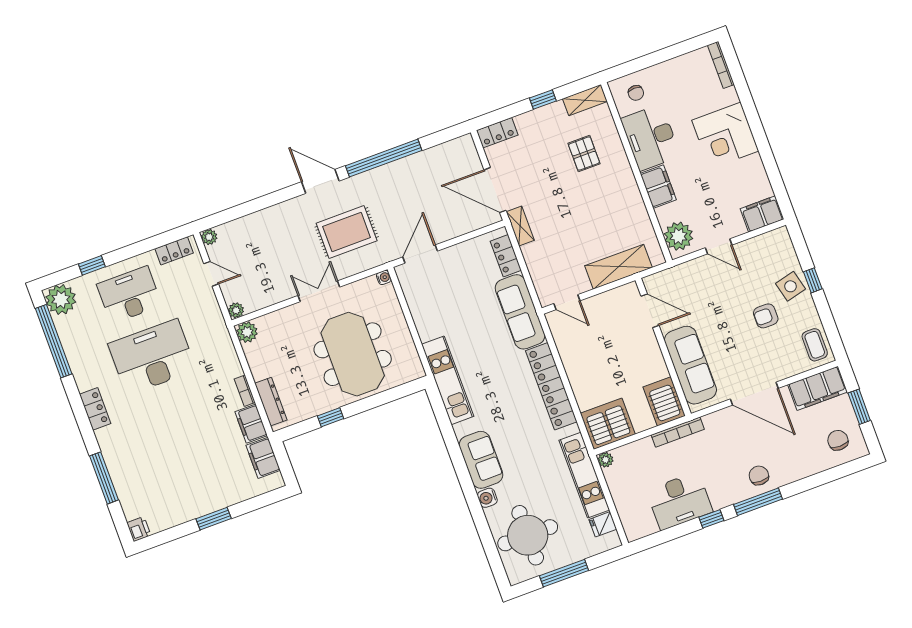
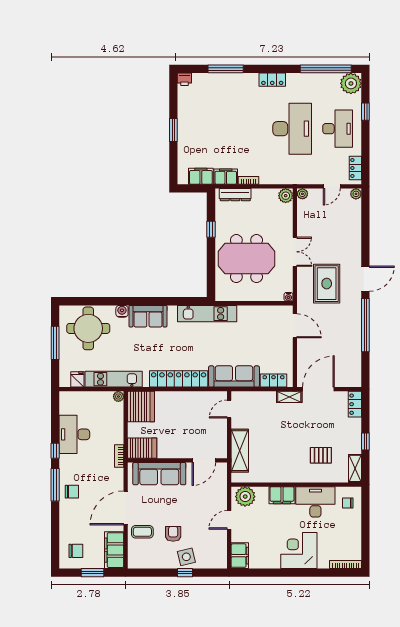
coffee table: (815, 345) -> (142, 532), moved
bookcase: (678, 432) -> (119, 456), width x0.64

